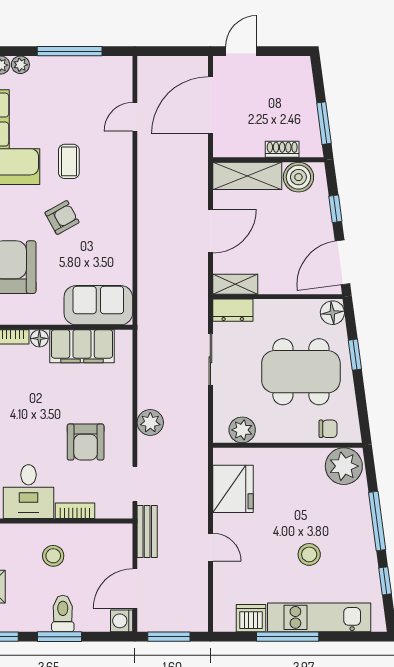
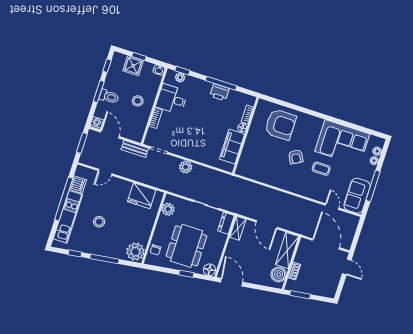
window: (335, 209) -> (258, 287), removed
sofa: (98, 305) -> (357, 196), moved, turned 180
armchair: (86, 442) -> (186, 134), removed
door: (210, 547) -> (105, 172), moved
window: (288, 637) -> (64, 199), width x1.46

